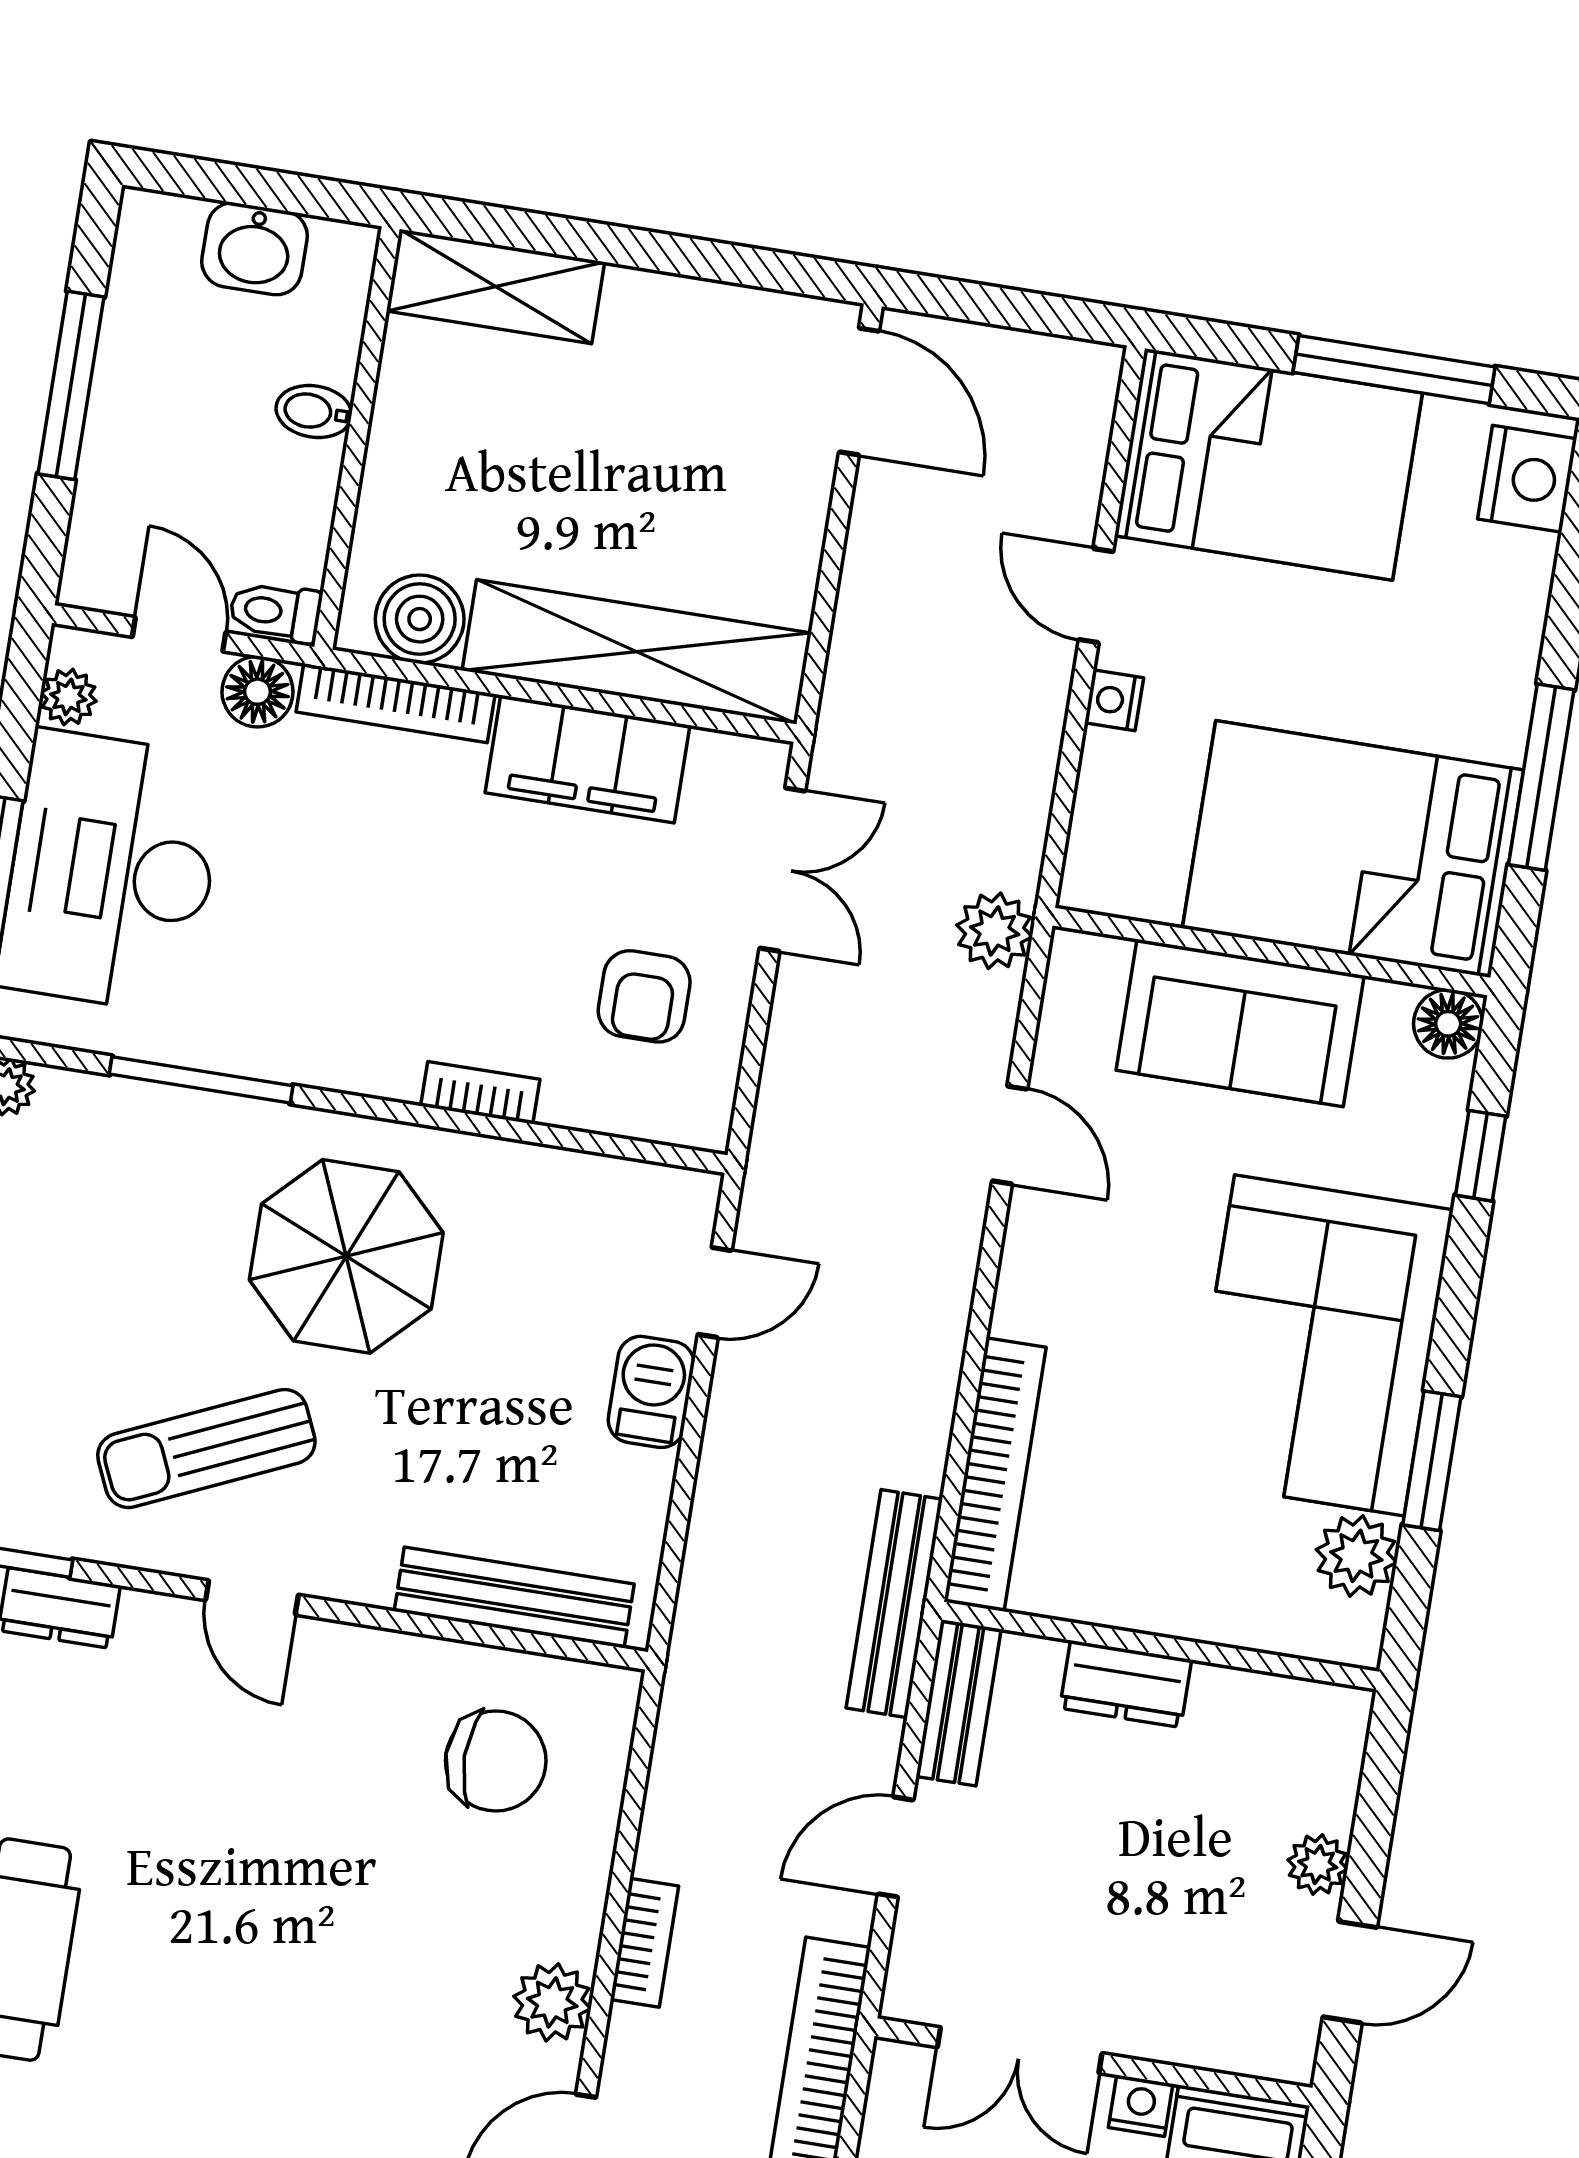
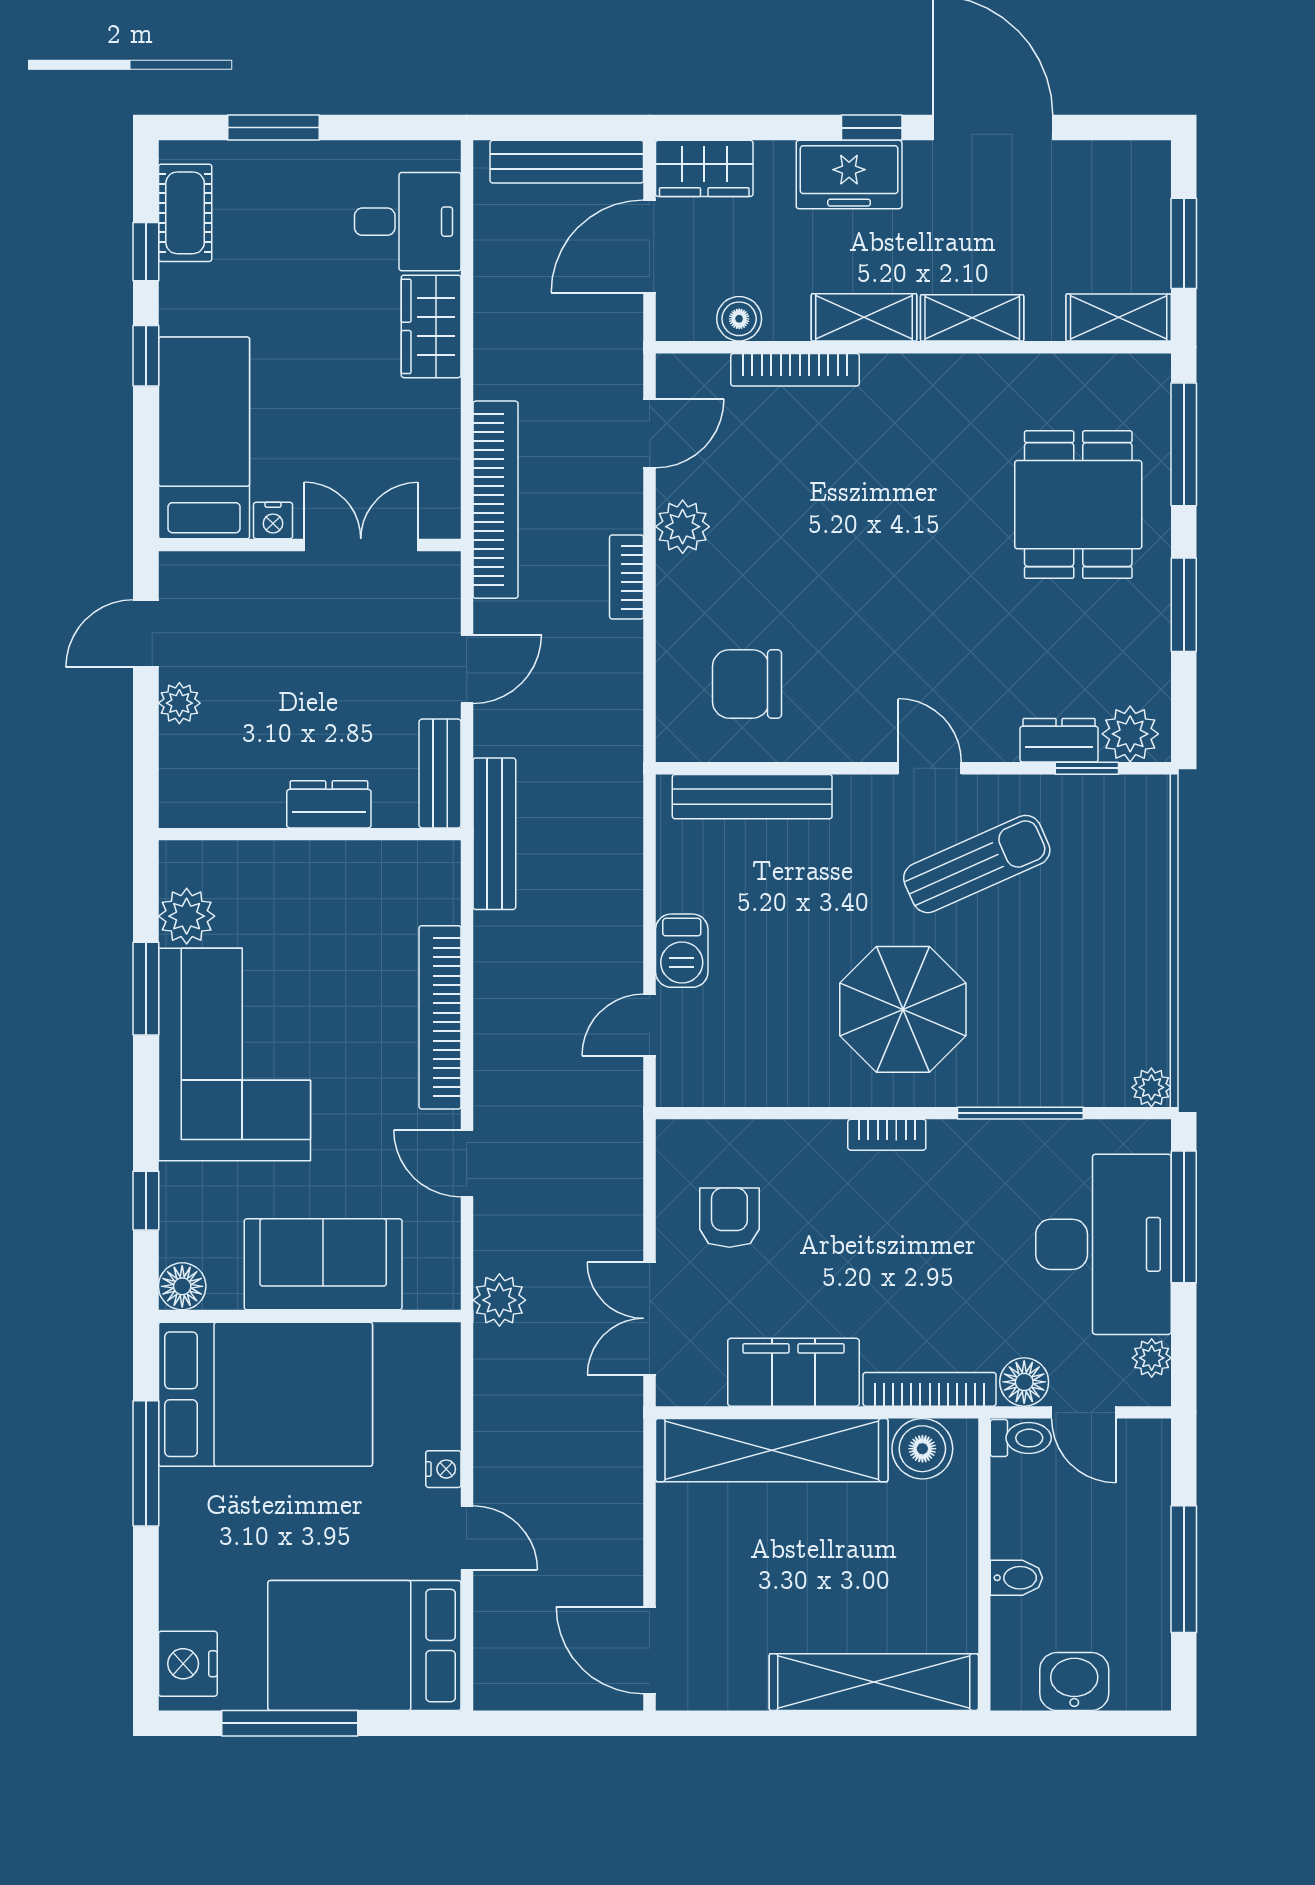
shelving: (496, 286) -> (874, 1682), width x1.47
bookcase: (480, 1093) -> (887, 1135), moved
bookcase: (995, 1475) -> (440, 1017), moved

